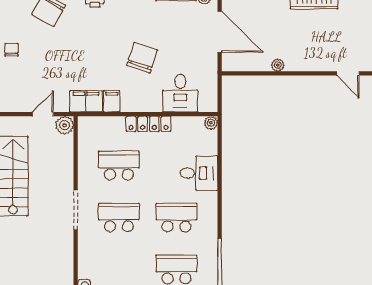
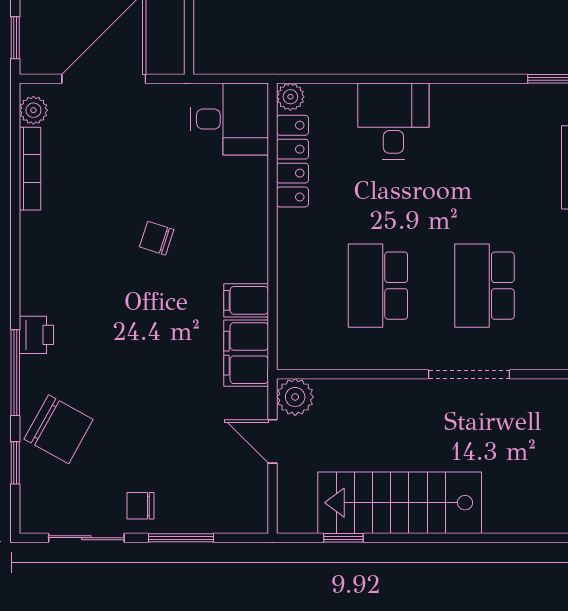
chair: (142, 58) -> (157, 238), width x0.54, depth x0.54
desk: (180, 93) -> (229, 119), moved
locker: (148, 124) -> (292, 161), moved
school desk: (176, 218) -> (485, 167), removed

